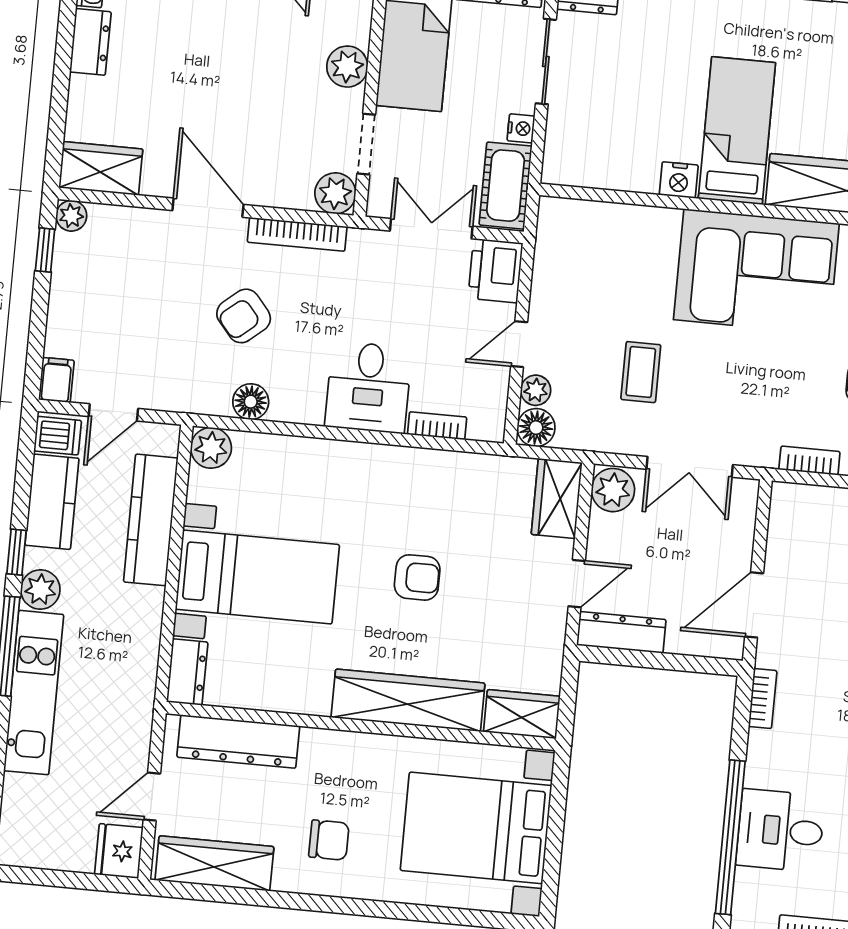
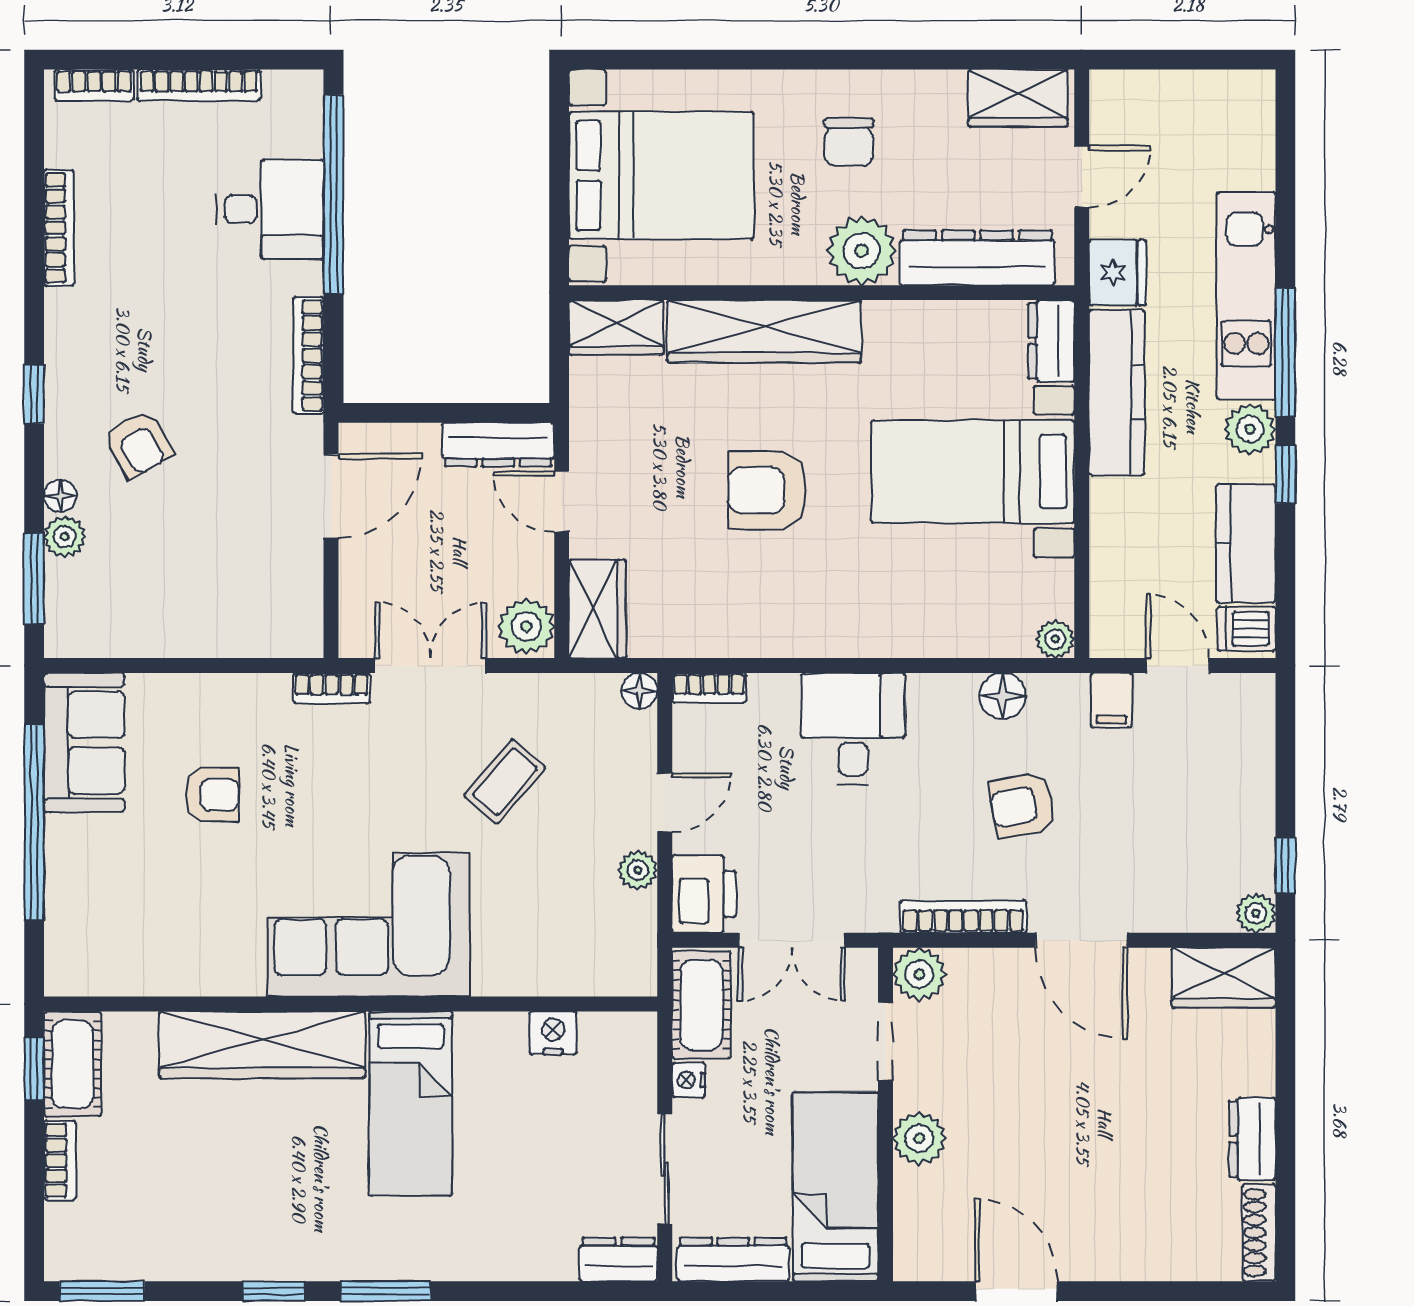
nightstand: (679, 180) -> (553, 1033), moved
armchair: (244, 316) -> (1022, 805), turned -151
coffee table: (641, 372) -> (505, 781), turned 41
filing cabinet: (56, 380) -> (1111, 700), moved
plant: (536, 390) -> (638, 870), moved
door: (113, 412) -> (1178, 666), hinge flipped
bookcase: (437, 426) -> (709, 688), moved
floor lamp: (536, 428) -> (639, 691), width x0.73, depth x0.73
plant: (211, 448) -> (1055, 639), width x0.73, depth x0.73
bookcase: (809, 461) -> (332, 688), moved
kitchen counter: (151, 520) -> (1117, 392), moved
armchair: (417, 577) -> (767, 490), width x1.38, depth x1.38
door: (577, 584) -> (562, 502), hinge flipped
bookcase: (763, 699) -> (309, 355), width x1.56
plant: (327, 755) -> (862, 251), added
chair: (329, 840) -> (849, 142), turned -90
fridge: (119, 851) -> (1118, 273), moved
wardrobe: (214, 863) -> (1018, 98), width x0.67

